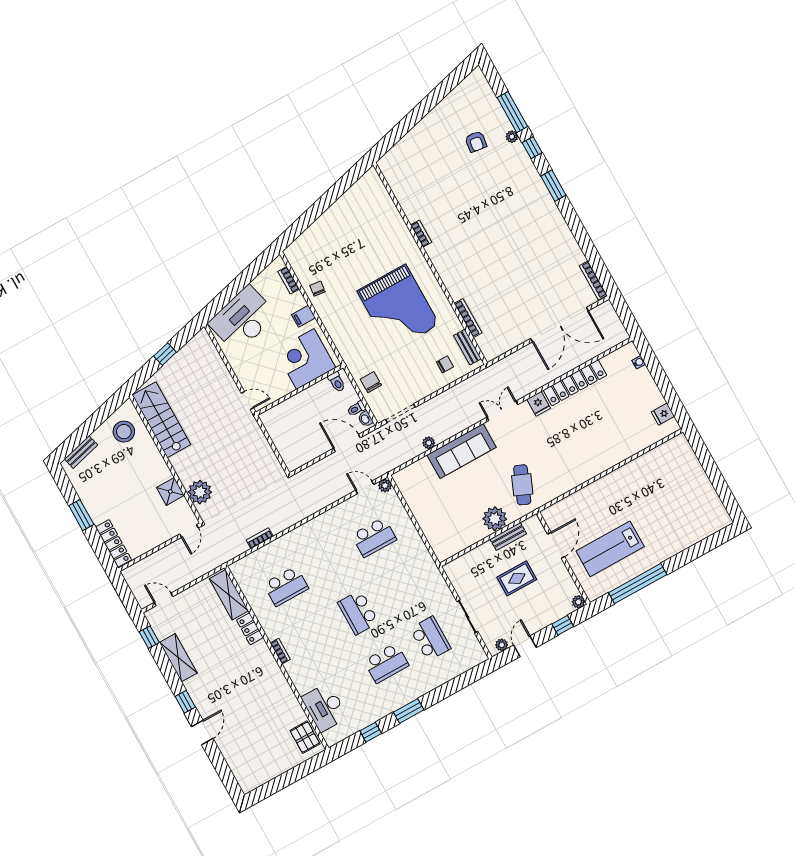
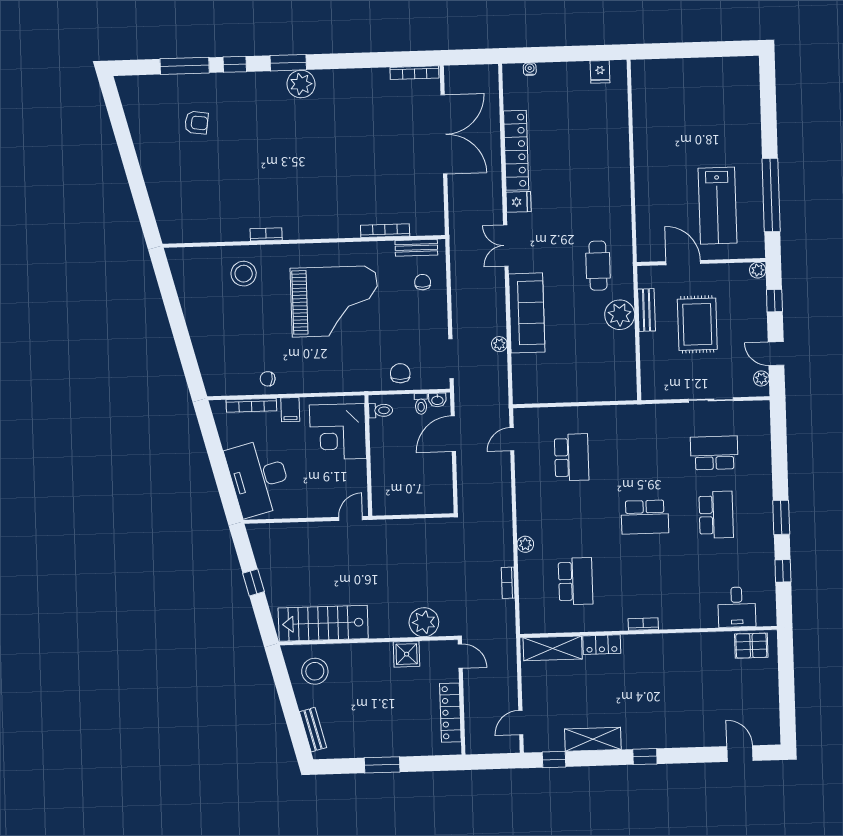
plant: (512, 137) -> (301, 84), moved, width x1.88, depth x1.88
stool: (384, 232) -> (244, 274), added
bookcase: (289, 280) -> (251, 405), width x1.56
chair: (371, 382) -> (400, 373), turned 90
cafe table: (522, 485) -> (598, 266), turned 67
plant: (385, 486) -> (525, 544), moved
locker: (113, 543) -> (450, 713), moved, turned -90
rug: (517, 578) -> (697, 324), width x1.36, depth x1.43
desk: (325, 707) -> (737, 607), width x0.73
door: (202, 732) -> (740, 754), moved

